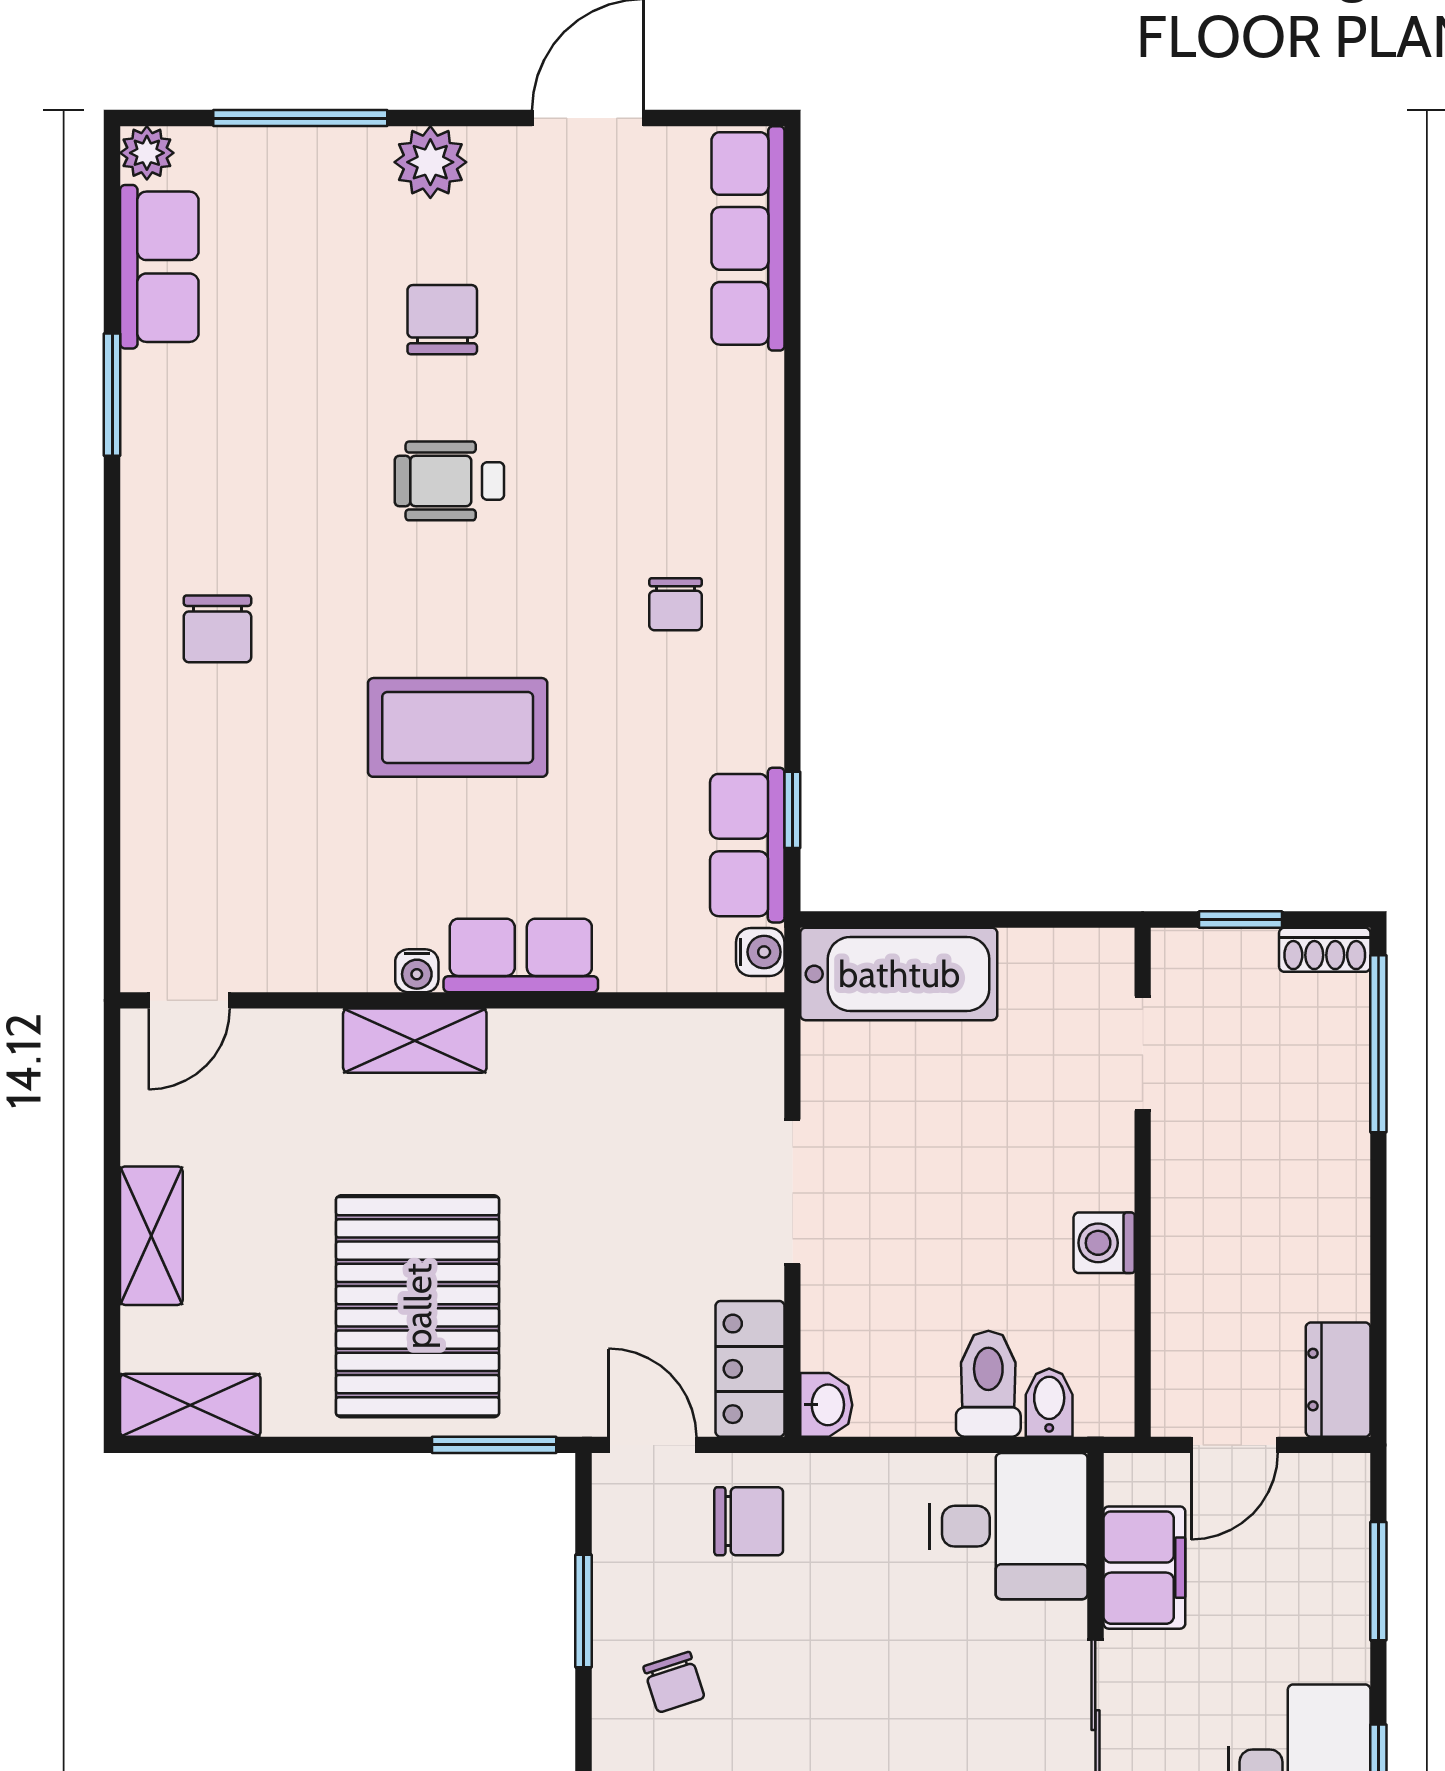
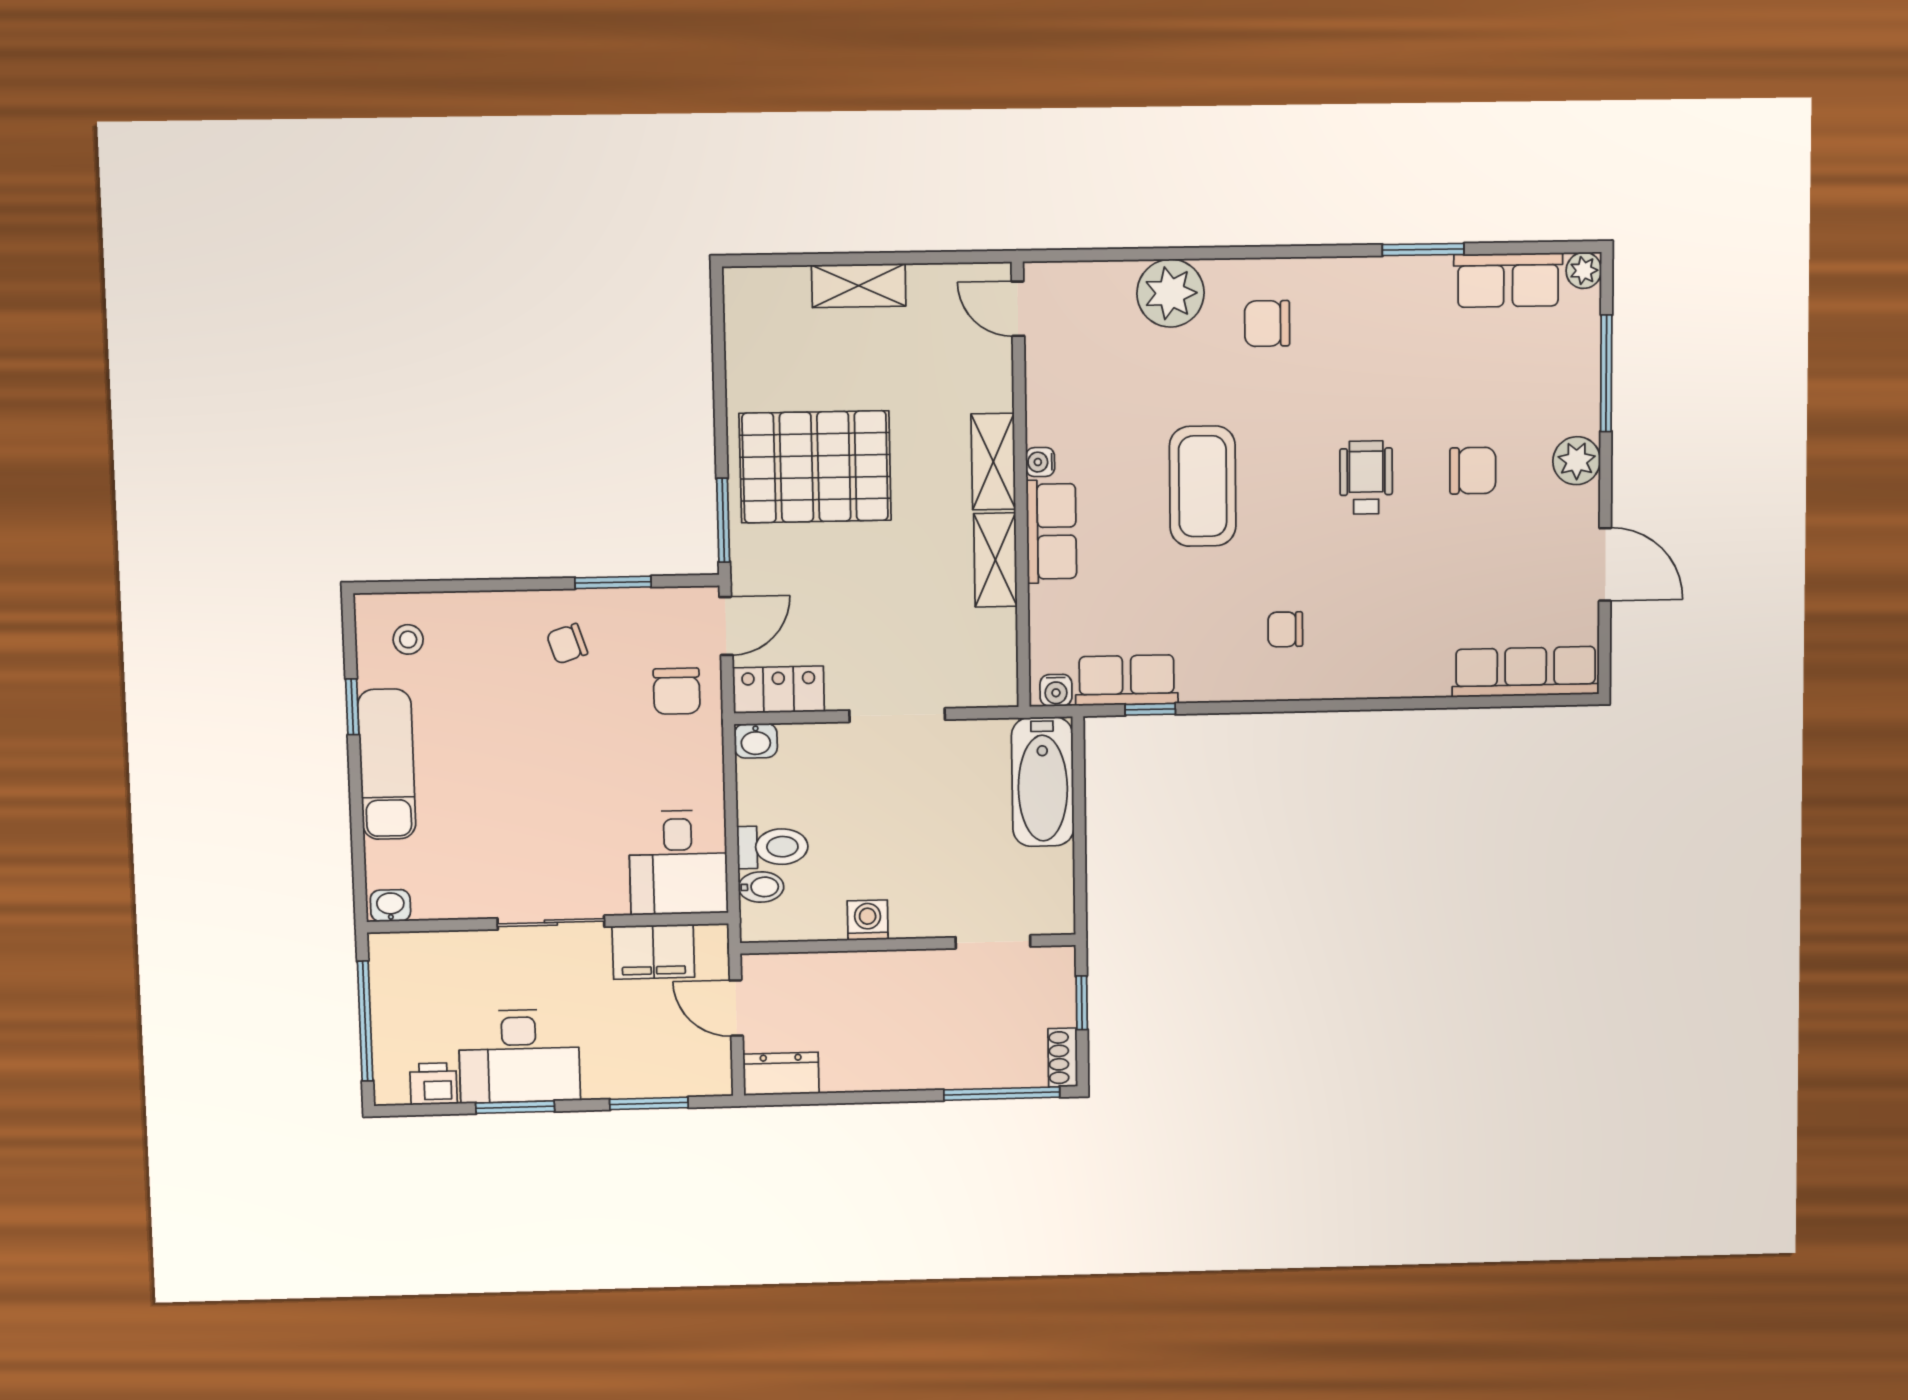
plant: (170, 773) -> (1171, 293), added
shelving: (190, 1405) -> (995, 560), moved

